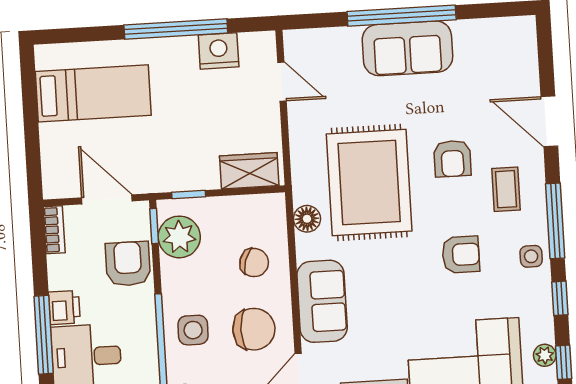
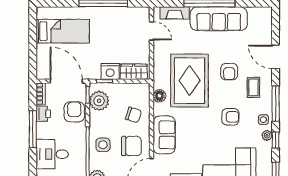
fireplace: (329, 40) -> (175, 13), added
sofa: (407, 48) -> (219, 19), width x1.36
nightstand: (219, 51) -> (110, 71), moved, turned 180
door: (107, 199) -> (66, 81), width x1.36
printer: (64, 307) -> (43, 114), moved
window: (44, 335) -> (33, 129), moved
plant: (545, 355) -> (267, 135), moved

